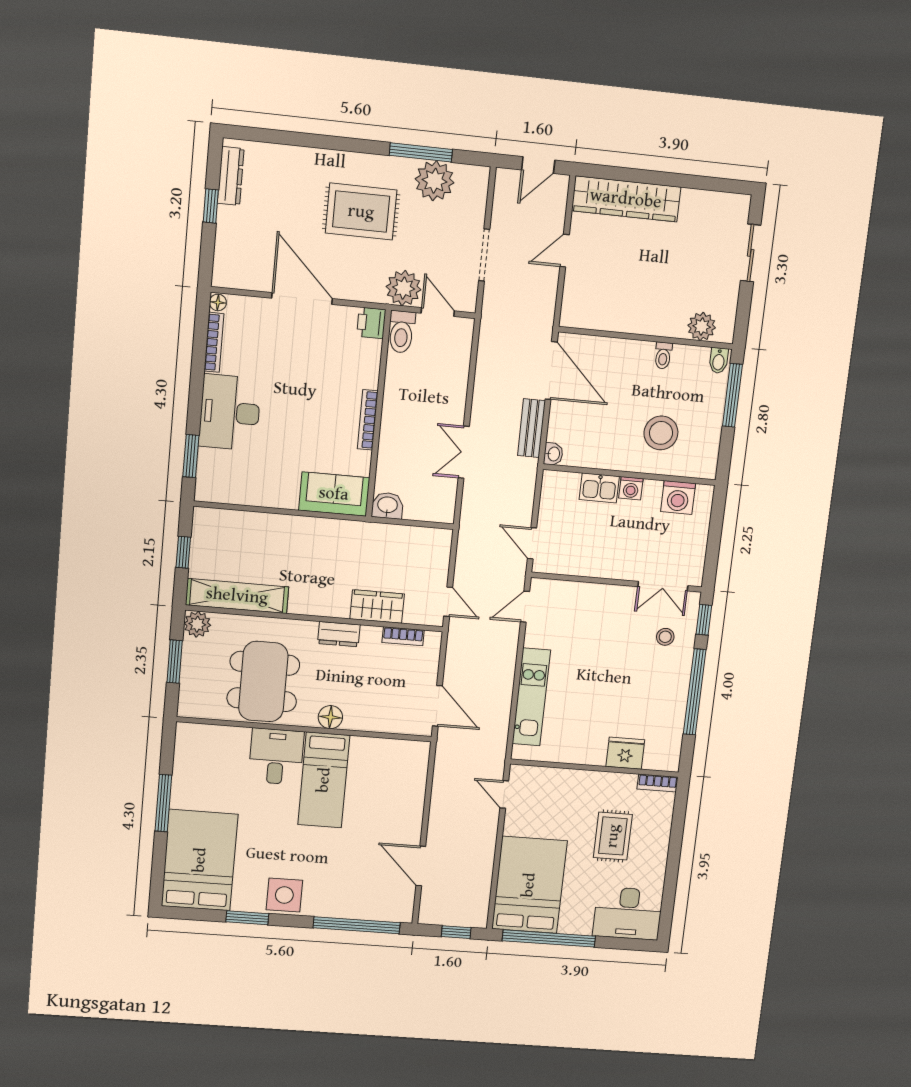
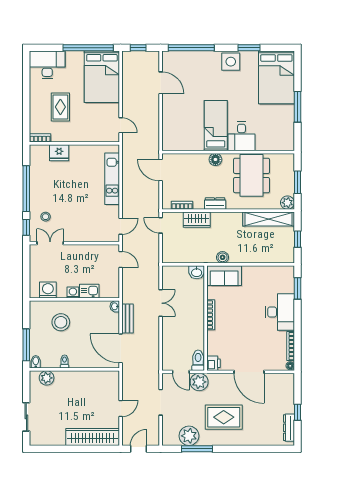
boiler: (334, 530) -> (223, 257), added

